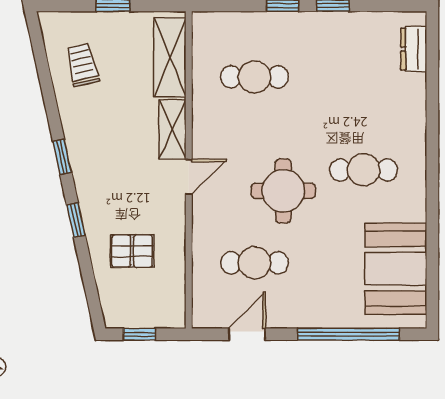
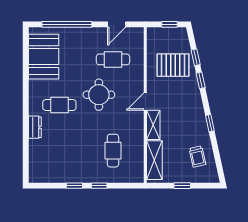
dresser: (414, 49) -> (35, 127), moved
cafe table: (255, 77) -> (113, 151), turned 90
window: (62, 157) -> (210, 123), moved
pallet: (132, 251) -> (173, 65), width x1.50, depth x1.42
window: (86, 267) -> (196, 57), added

